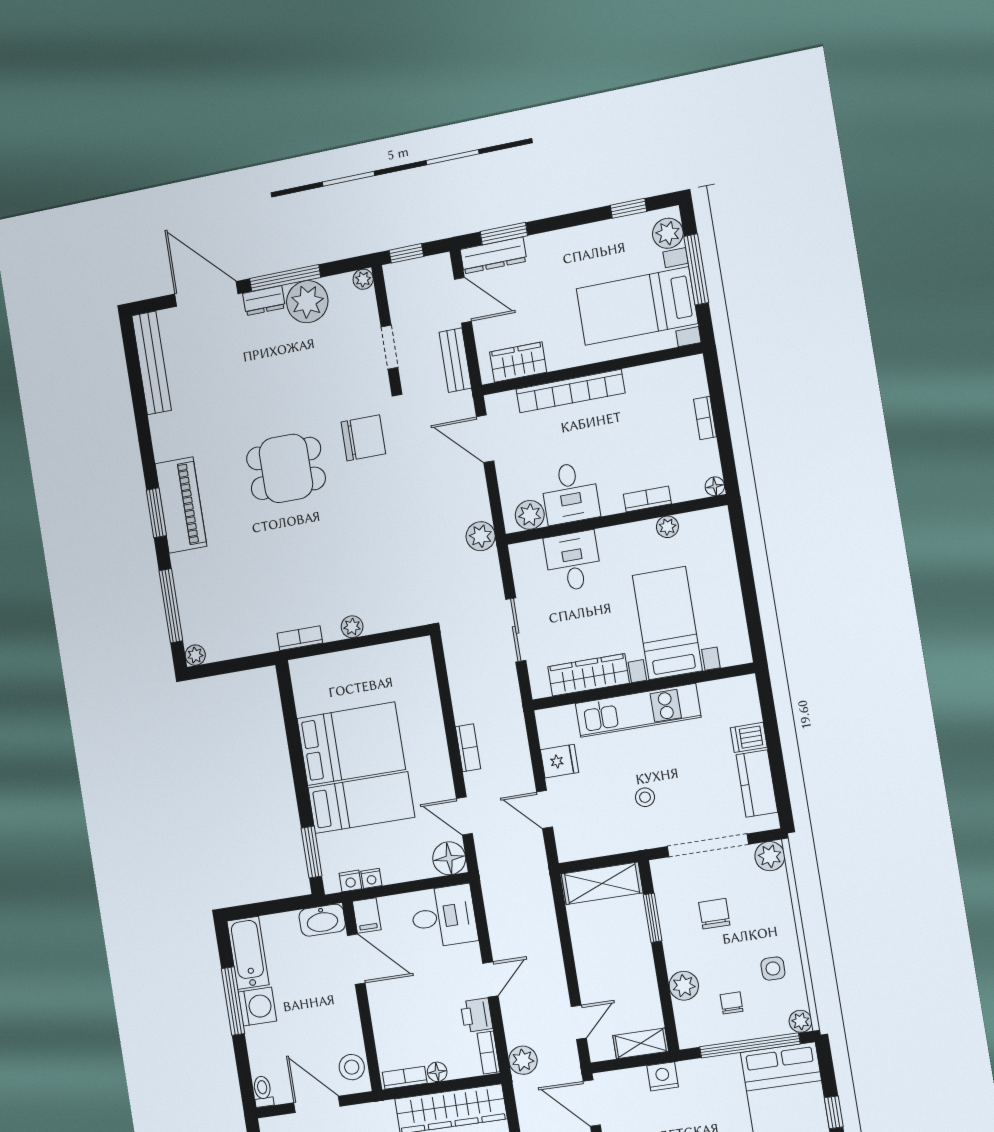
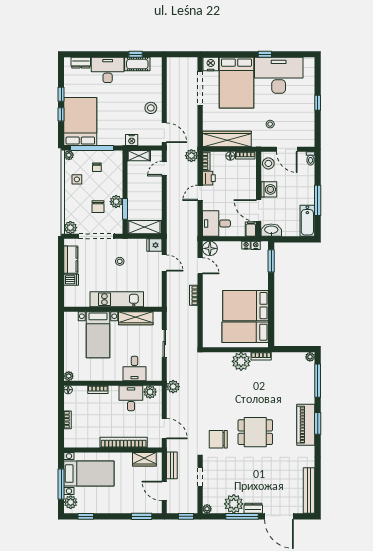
dresser: (493, 255) -> (148, 508), removed
plant: (667, 527) -> (69, 376), moved
plant: (352, 627) -> (241, 361), width x1.88, depth x1.88
fridge: (560, 761) -> (154, 245), moved
bed: (361, 803) -> (245, 332), moved
plant: (684, 986) -> (116, 202), moved
washing machine: (257, 1006) -> (269, 189), moved, turned 180

